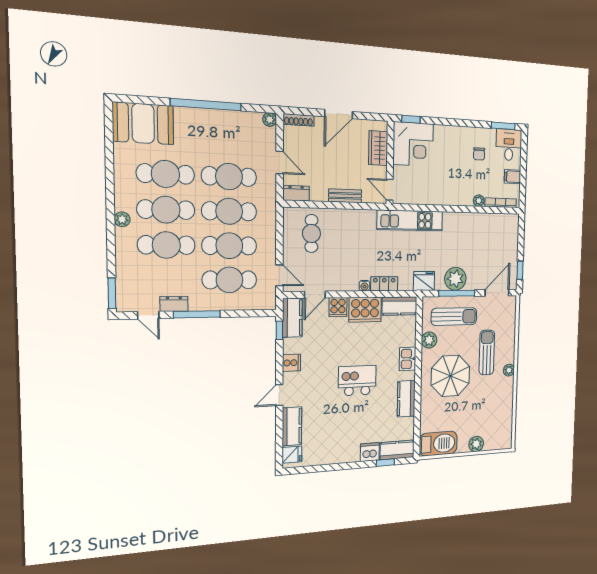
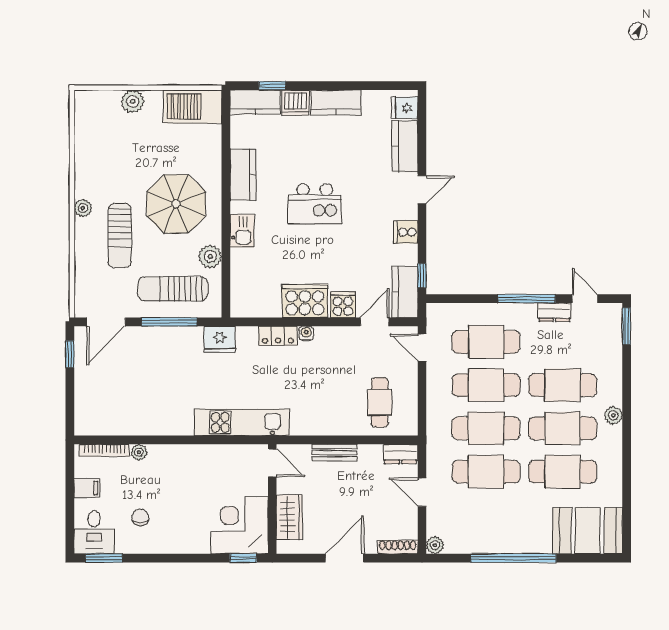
plant: (455, 279) -> (172, 342), removed
kitchen counter: (399, 306) -> (336, 102), moved, turned 180

